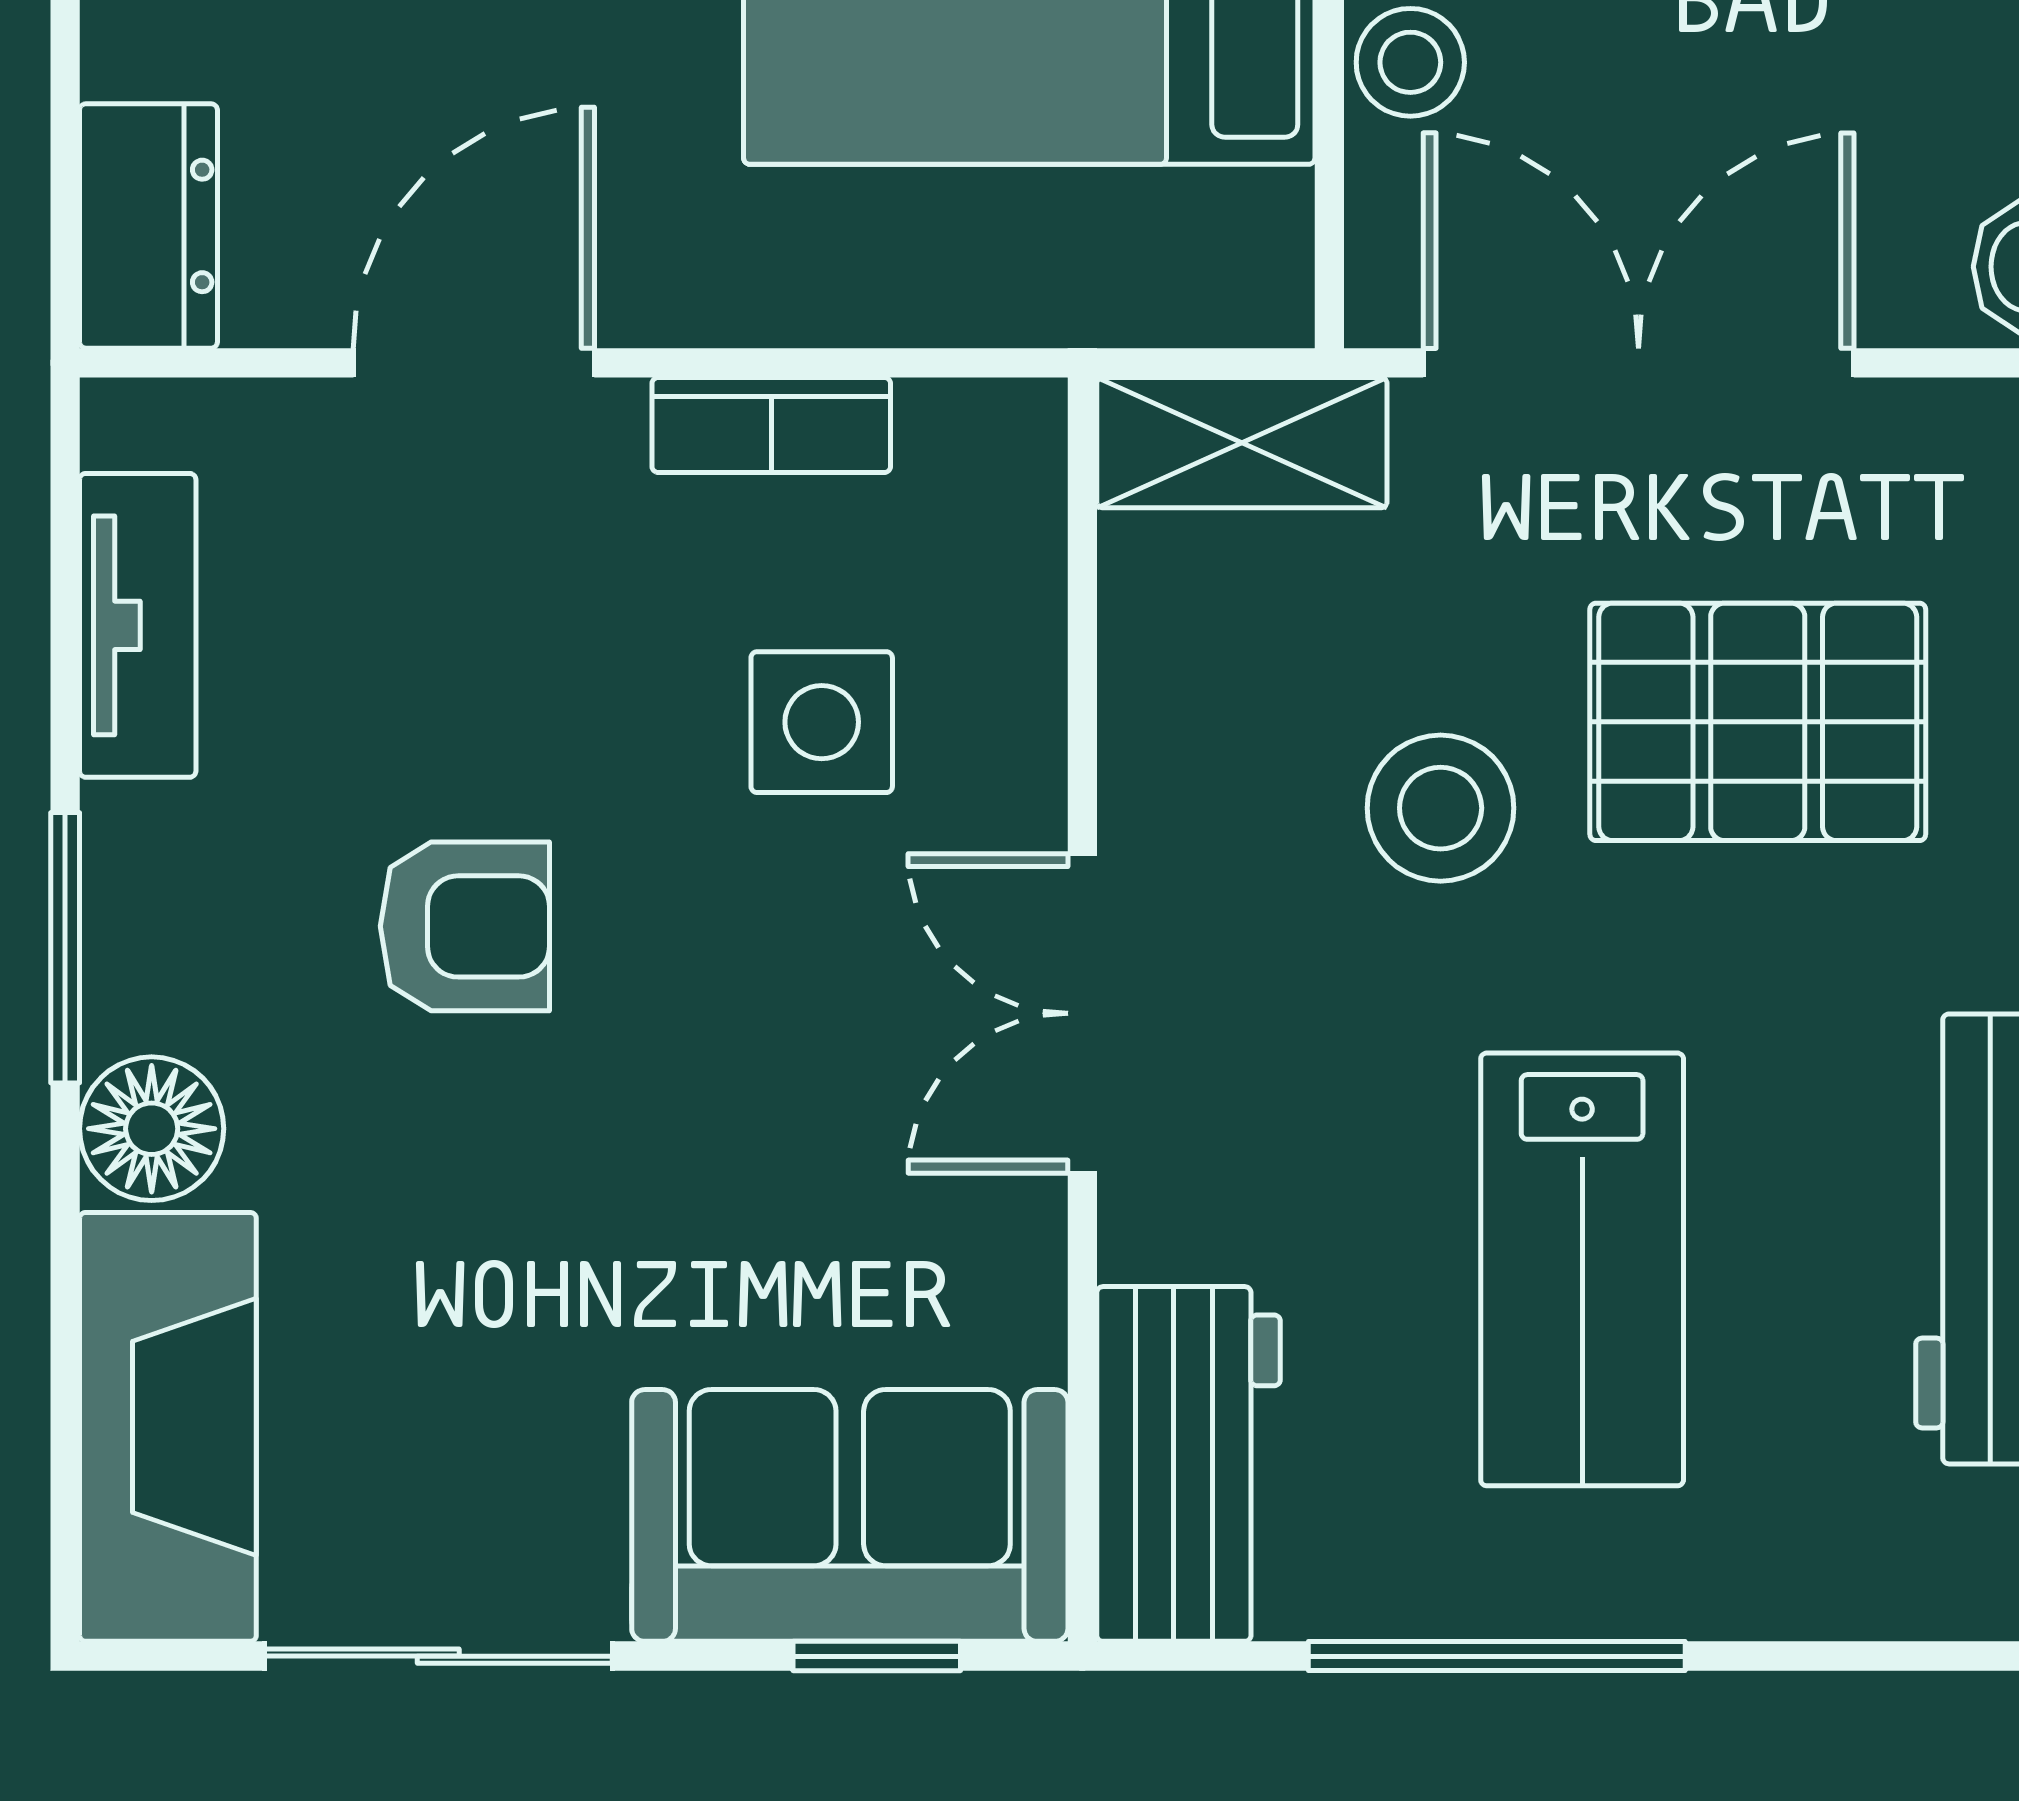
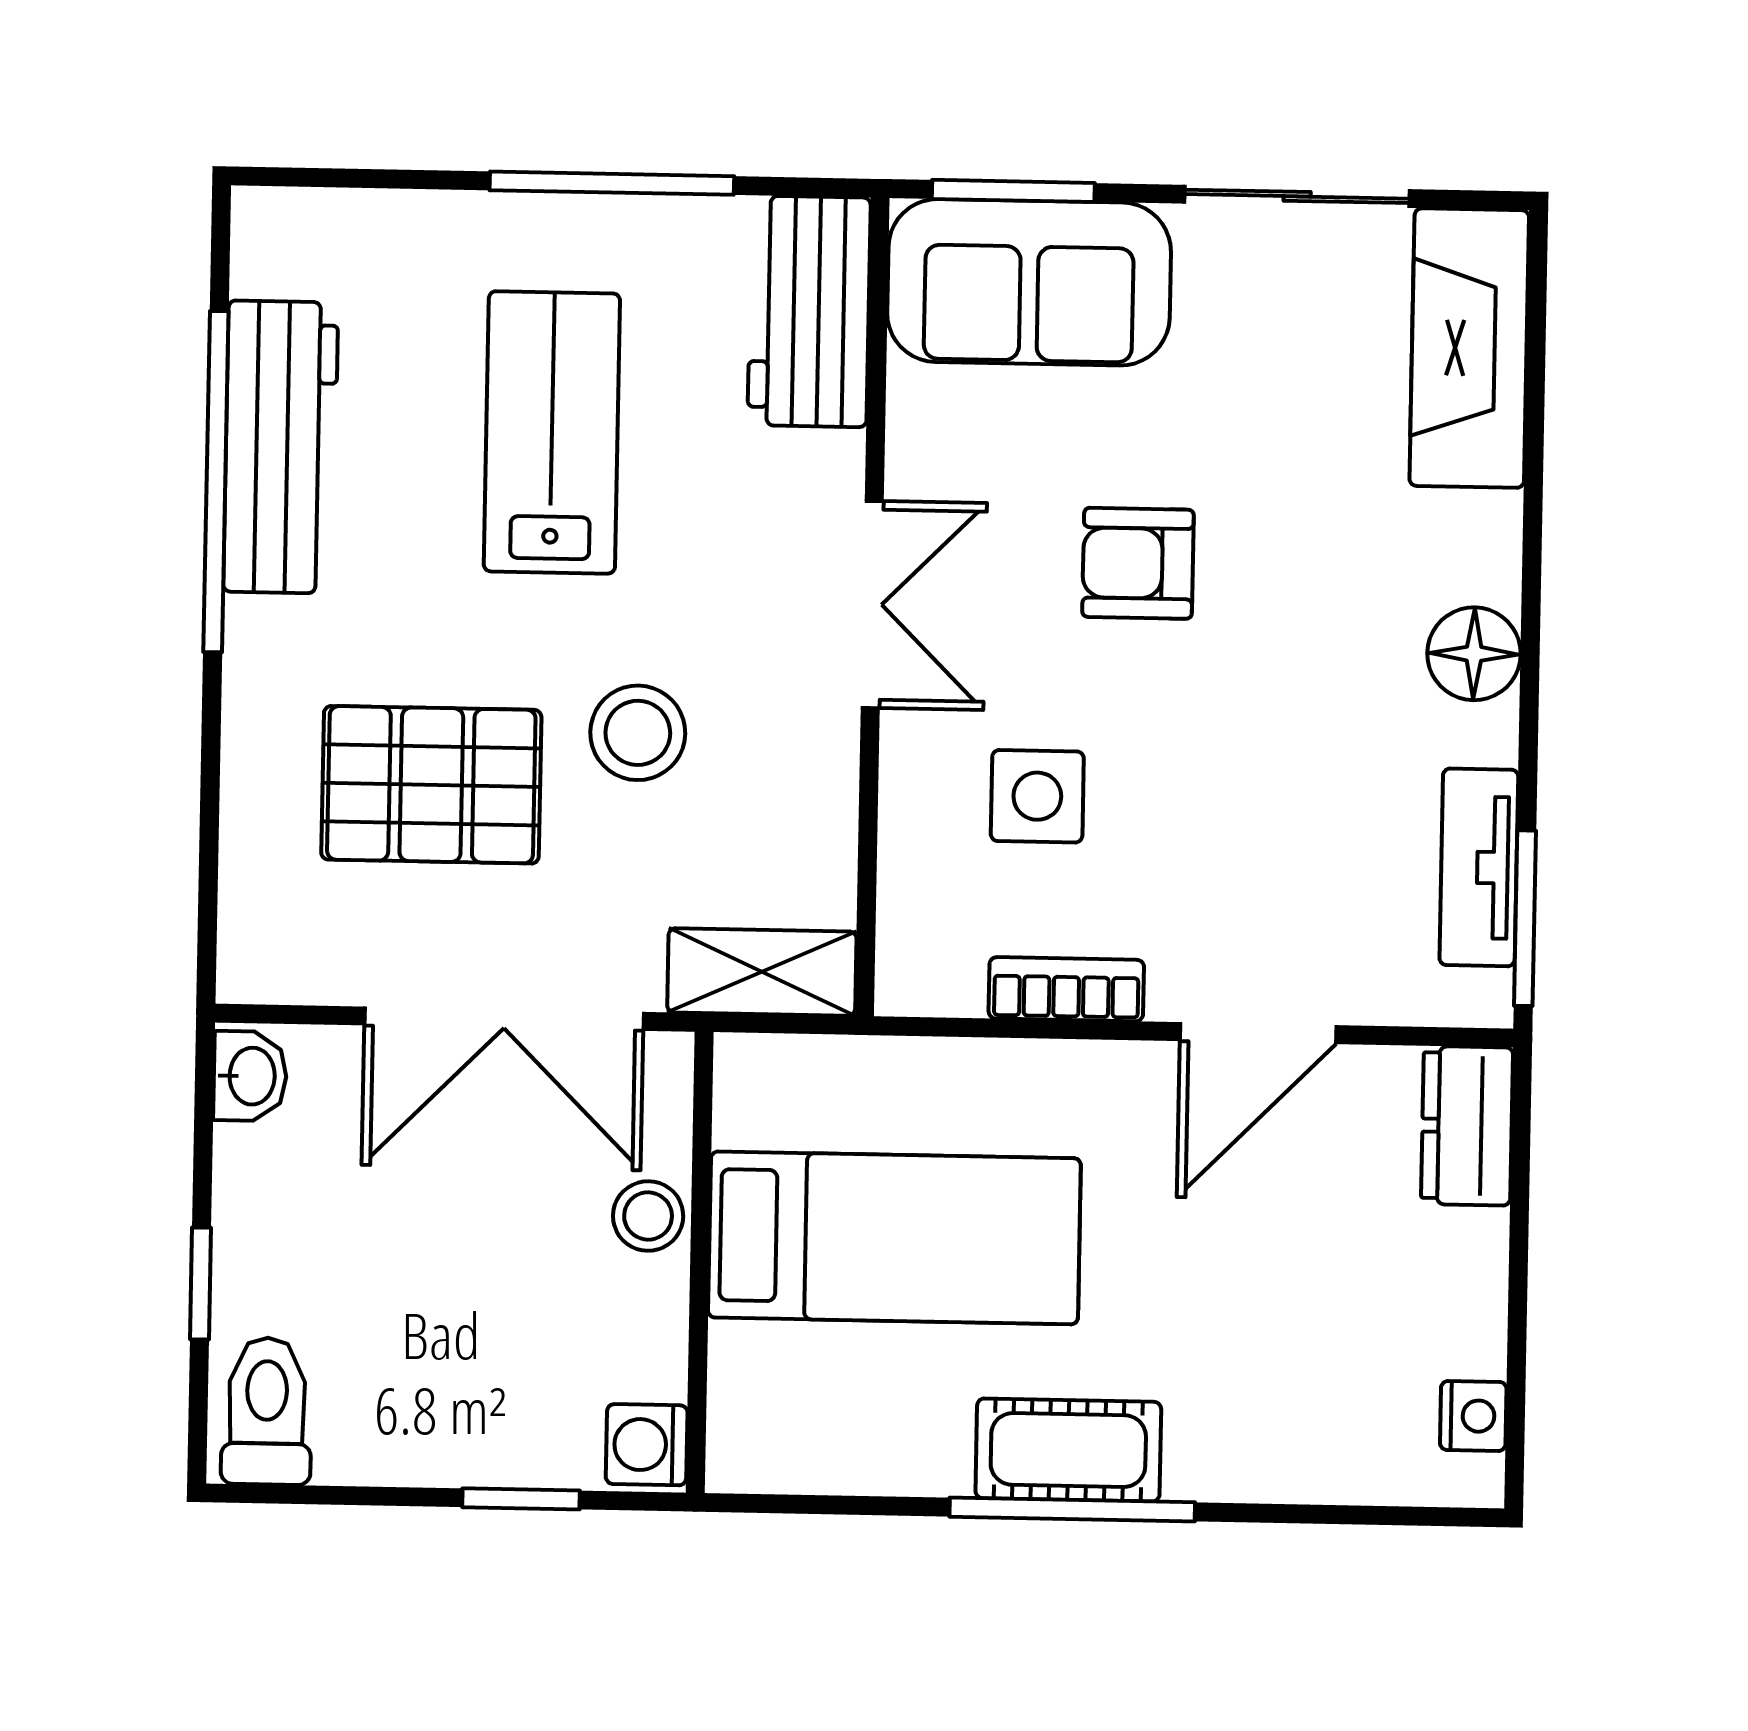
armchair: (465, 926) -> (1138, 563), moved
window: (65, 948) -> (1525, 918), moved
floor lamp: (152, 1129) -> (1474, 654), moved
window: (877, 1656) -> (1013, 191), width x1.50

